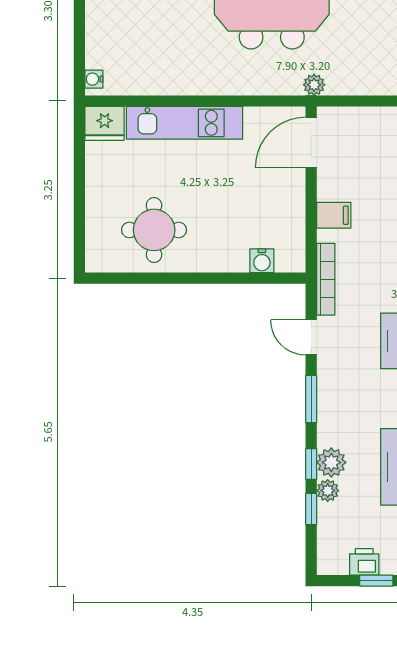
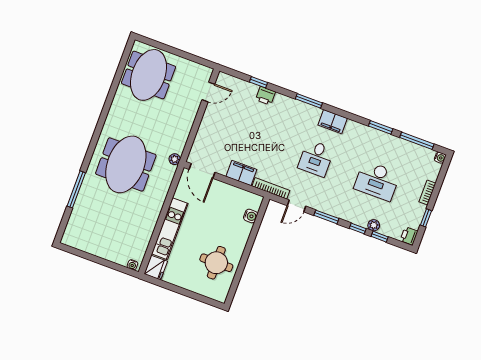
filing cabinet: (334, 215) -> (241, 173), width x2.00
plant: (331, 462) -> (361, 218), removed
printer: (364, 562) -> (409, 236), moved

